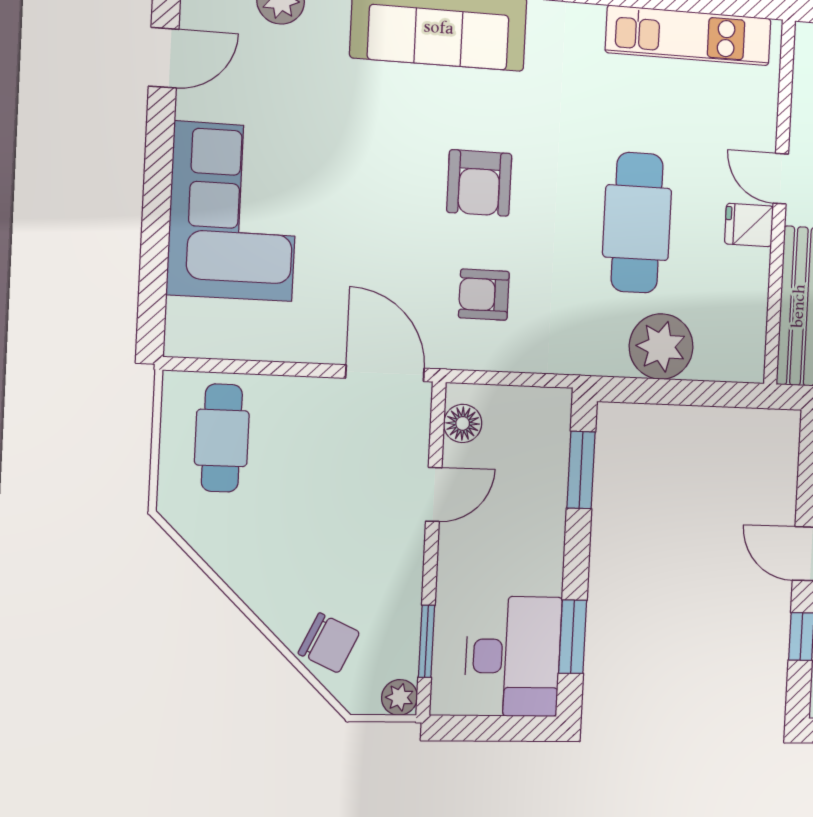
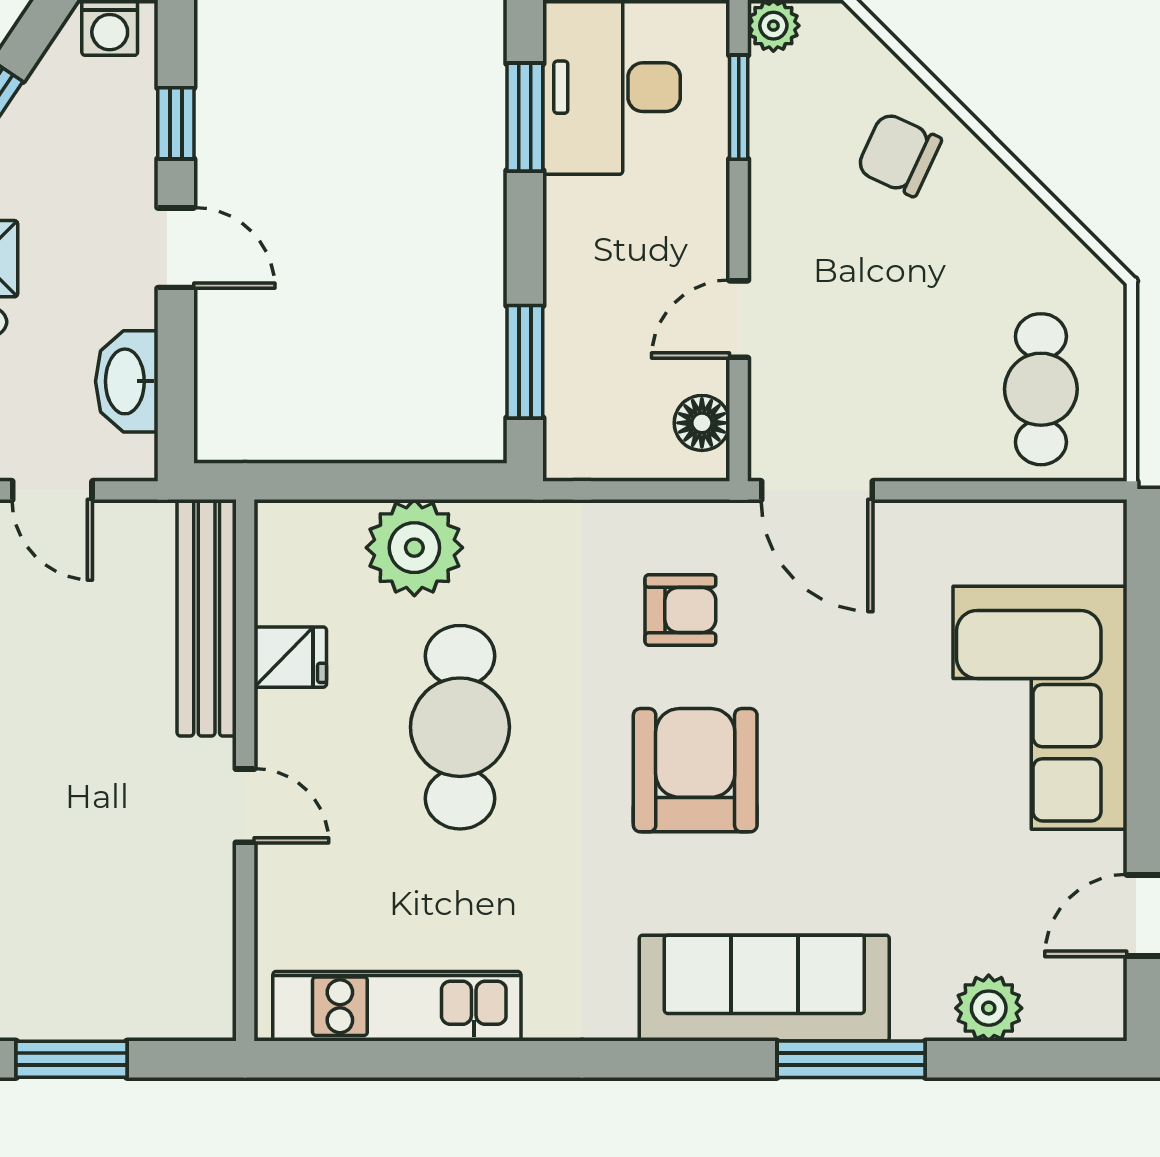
armchair: (479, 183) -> (695, 770), width x1.36, depth x1.36
fridge: (749, 225) -> (290, 657), moved
chair: (329, 643) -> (899, 154), moved

